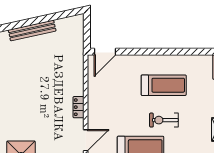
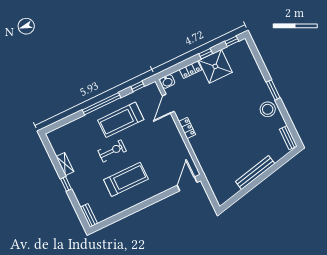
treadmill: (164, 85) -> (126, 179), turned 180

